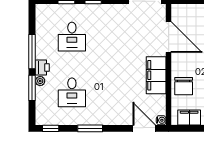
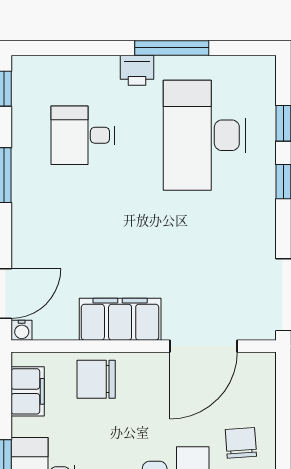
desk: (72, 37) -> (205, 135), width x1.87, depth x1.30
plant: (40, 81) -> (107, 66), removed
window: (32, 88) -> (92, 48), removed

